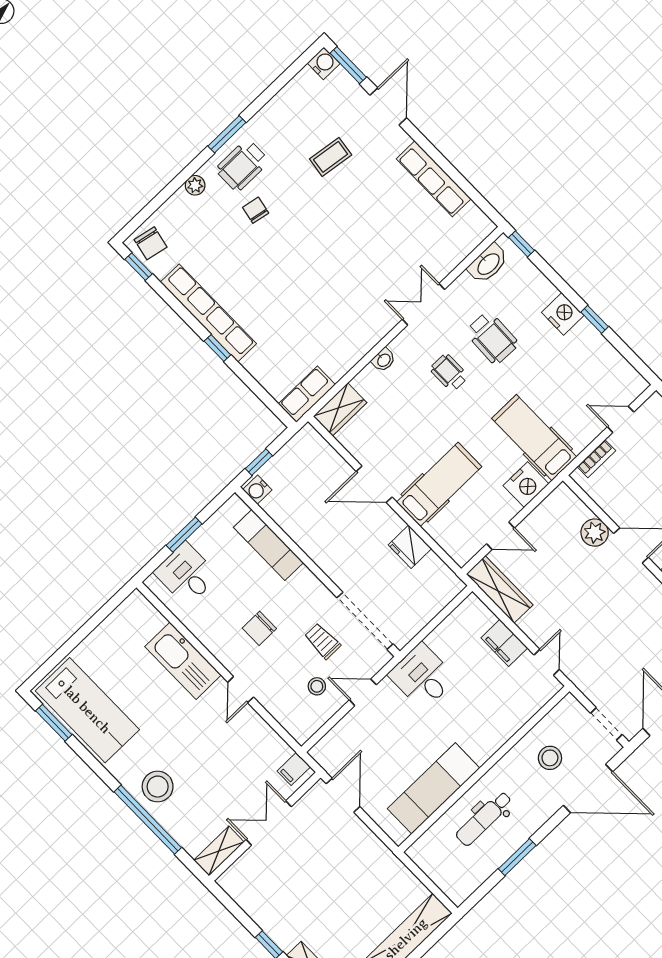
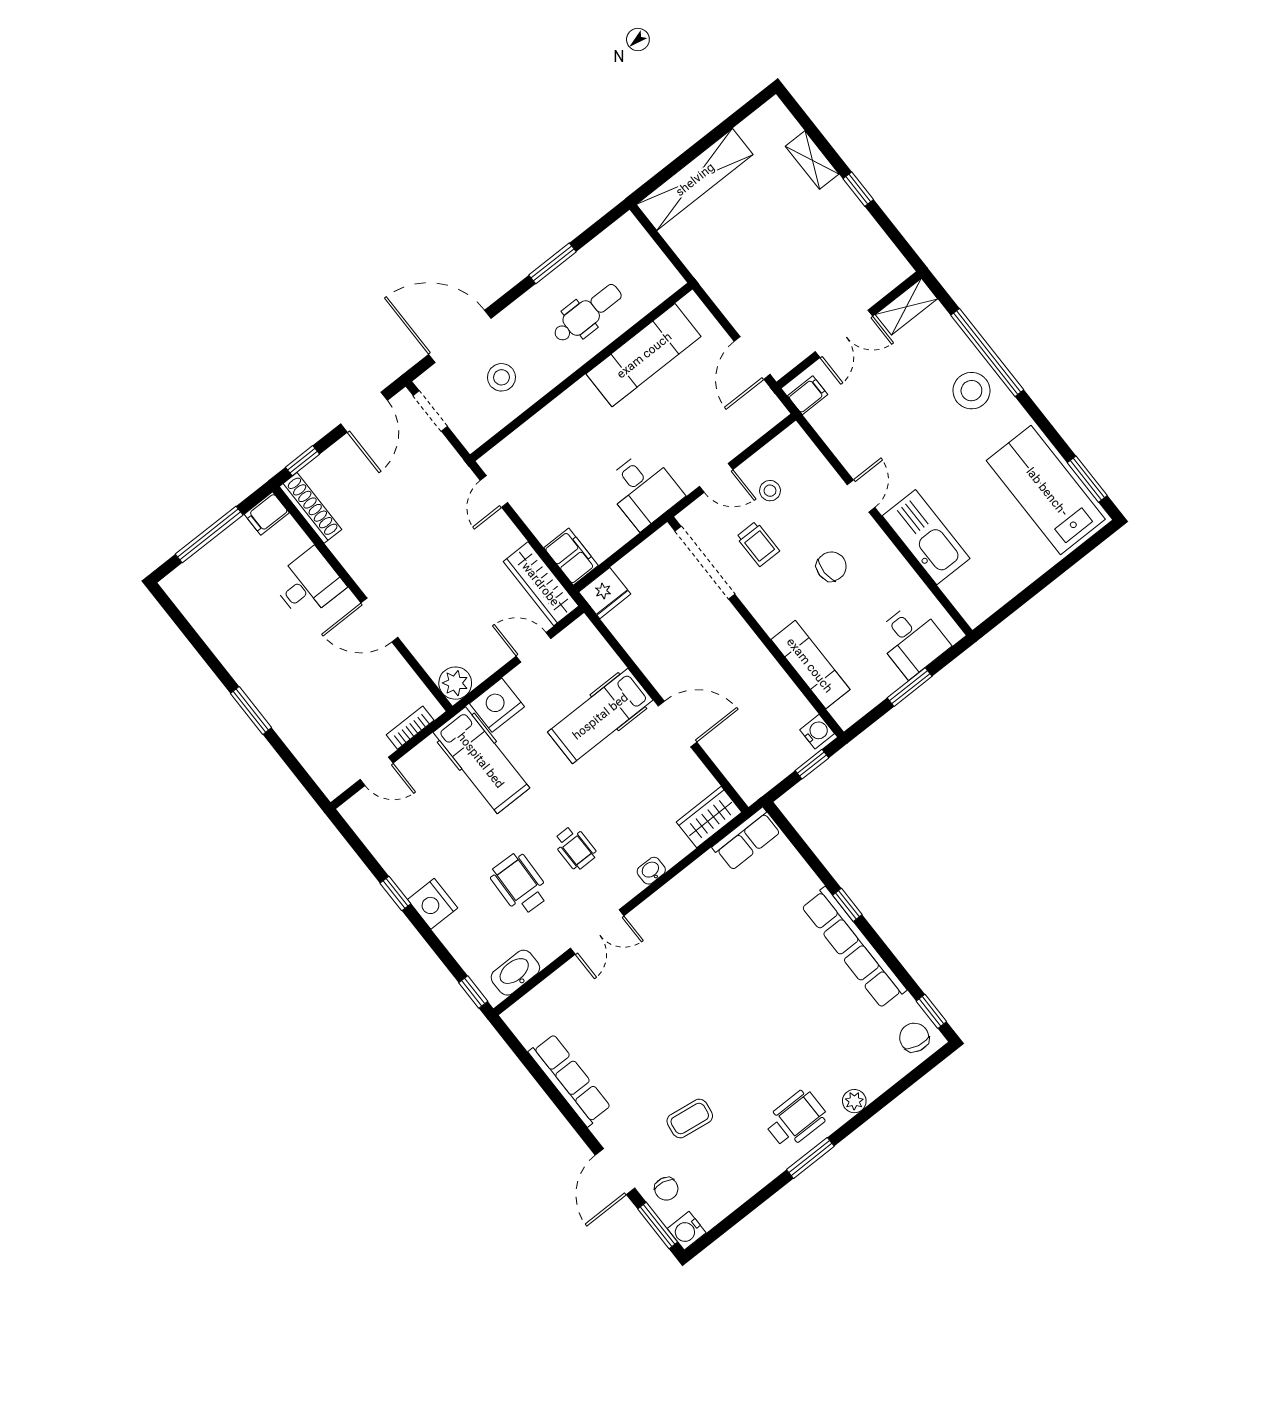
chair: (256, 210) -> (666, 1189), moved
plant: (595, 533) -> (455, 683), moved
fridge: (410, 547) -> (605, 593), moved, turned 90
filing cabinet: (504, 643) -> (571, 557), moved

